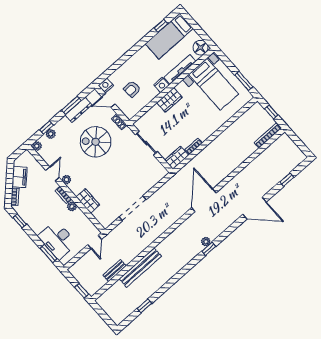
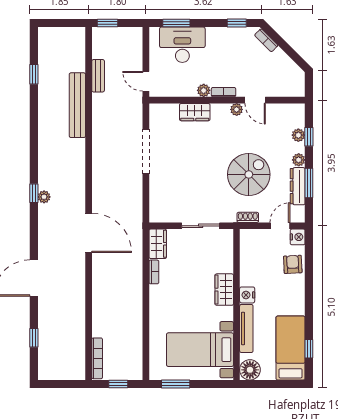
armchair: (132, 89) -> (293, 264), moved
plant: (37, 146) -> (299, 160), moved
filing cabinet: (19, 177) -> (282, 63), removed

